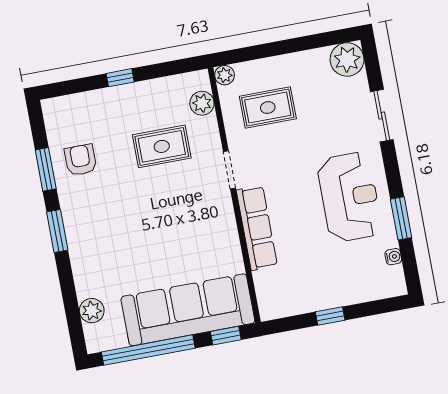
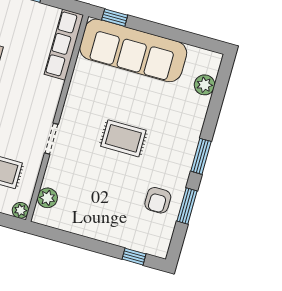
window: (120, 78) -> (134, 257), moved
rug: (162, 146) -> (123, 138), moved
row of seats: (257, 228) -> (64, 45), moved
window: (148, 350) -> (177, 35), removed

